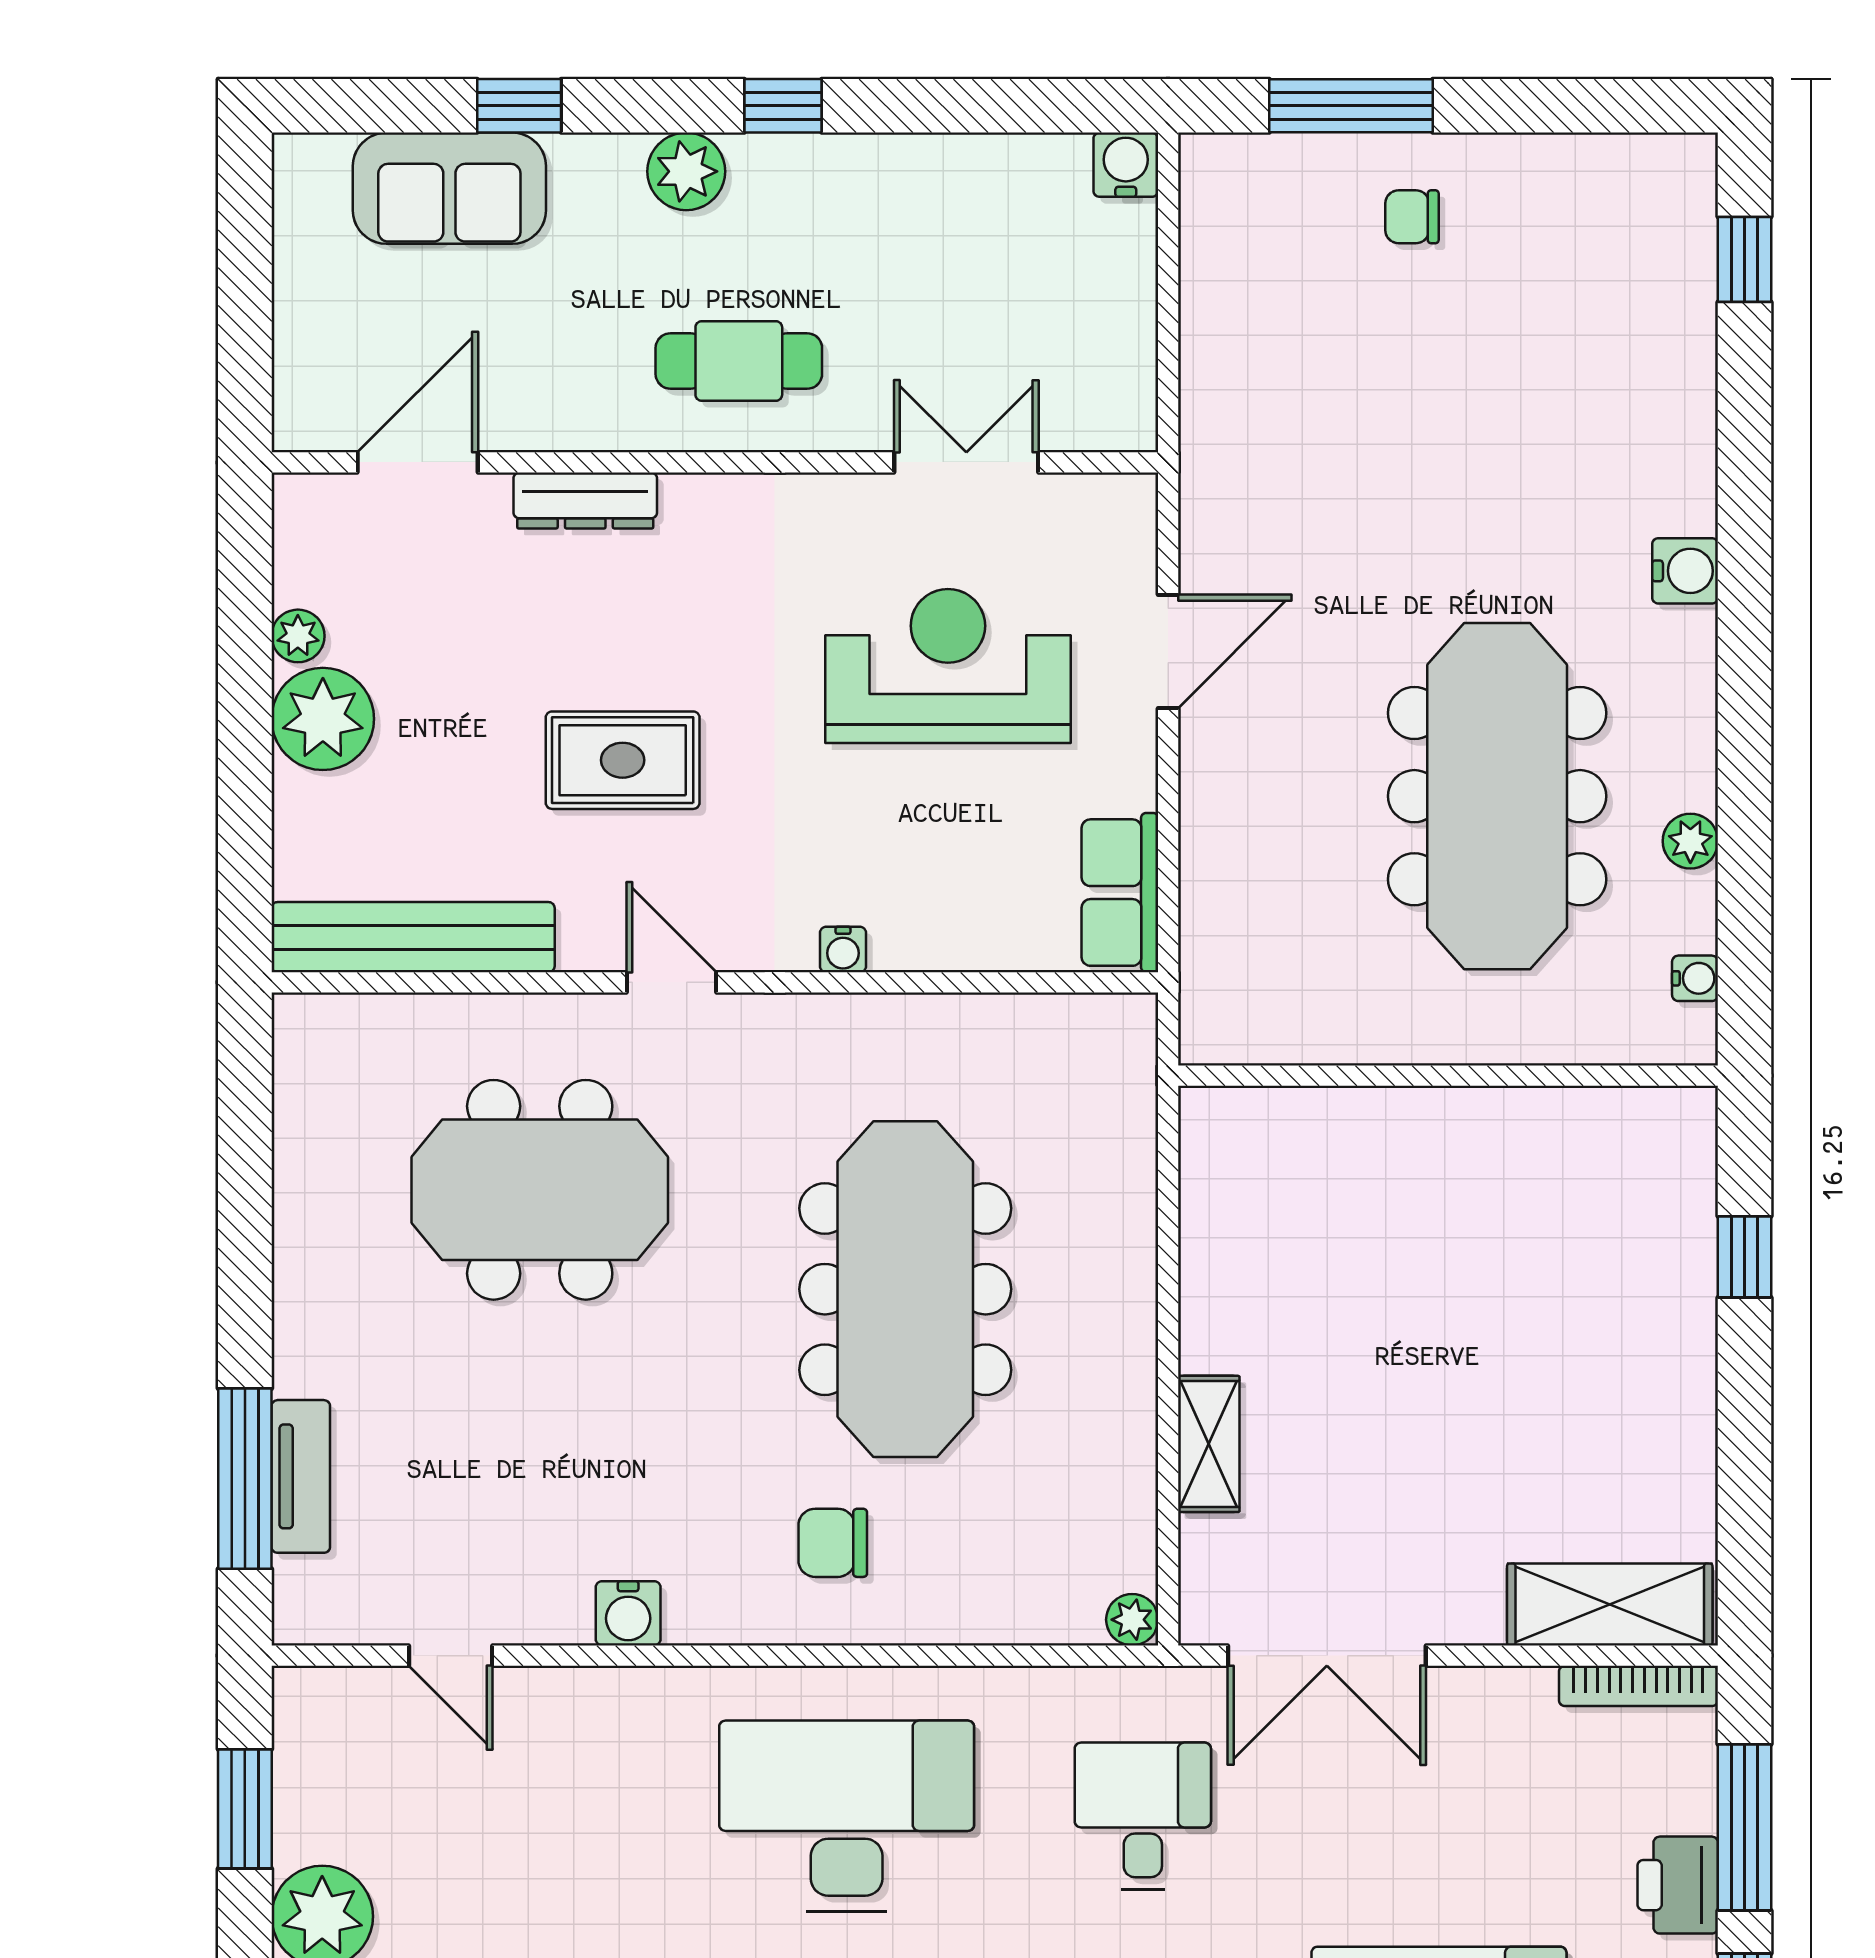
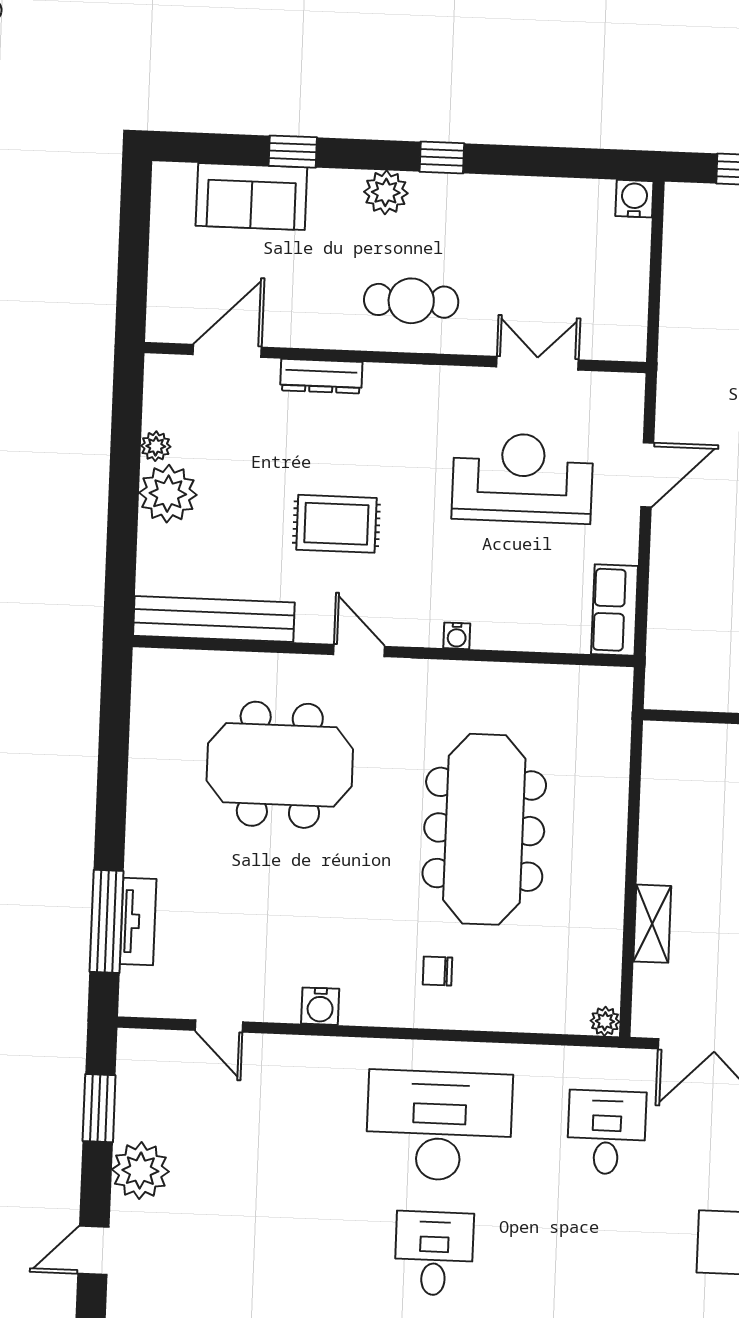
chair: (833, 1543) -> (437, 971), width x0.73, depth x0.73

